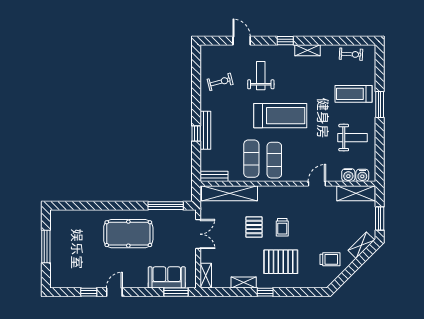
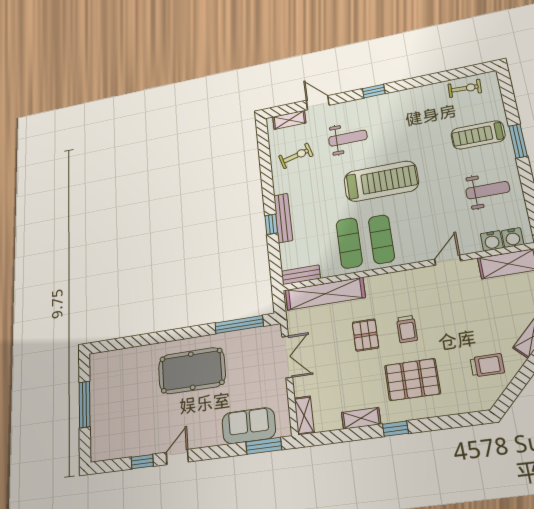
shelving: (307, 50) -> (289, 120), moved
weight bench: (261, 76) -> (348, 138), turned 90

